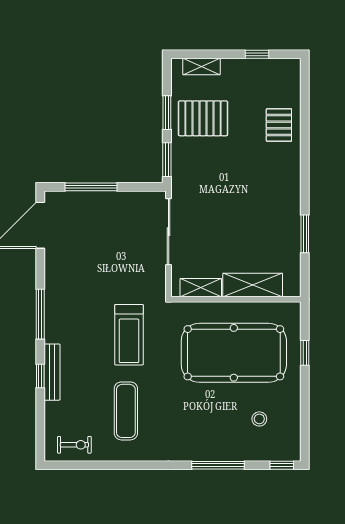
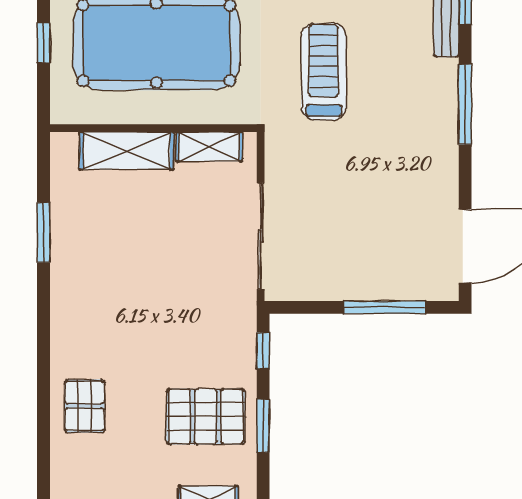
window: (167, 160) -> (263, 351), width x0.67

